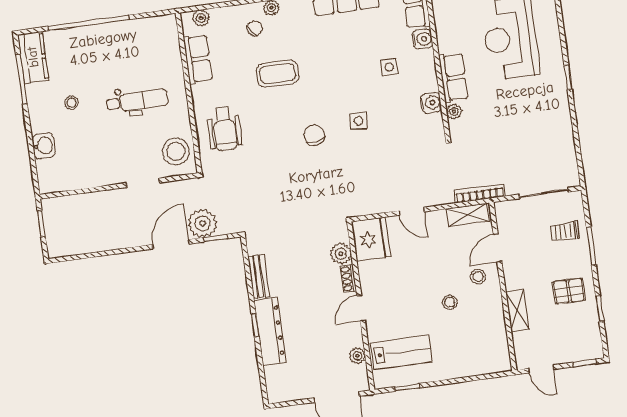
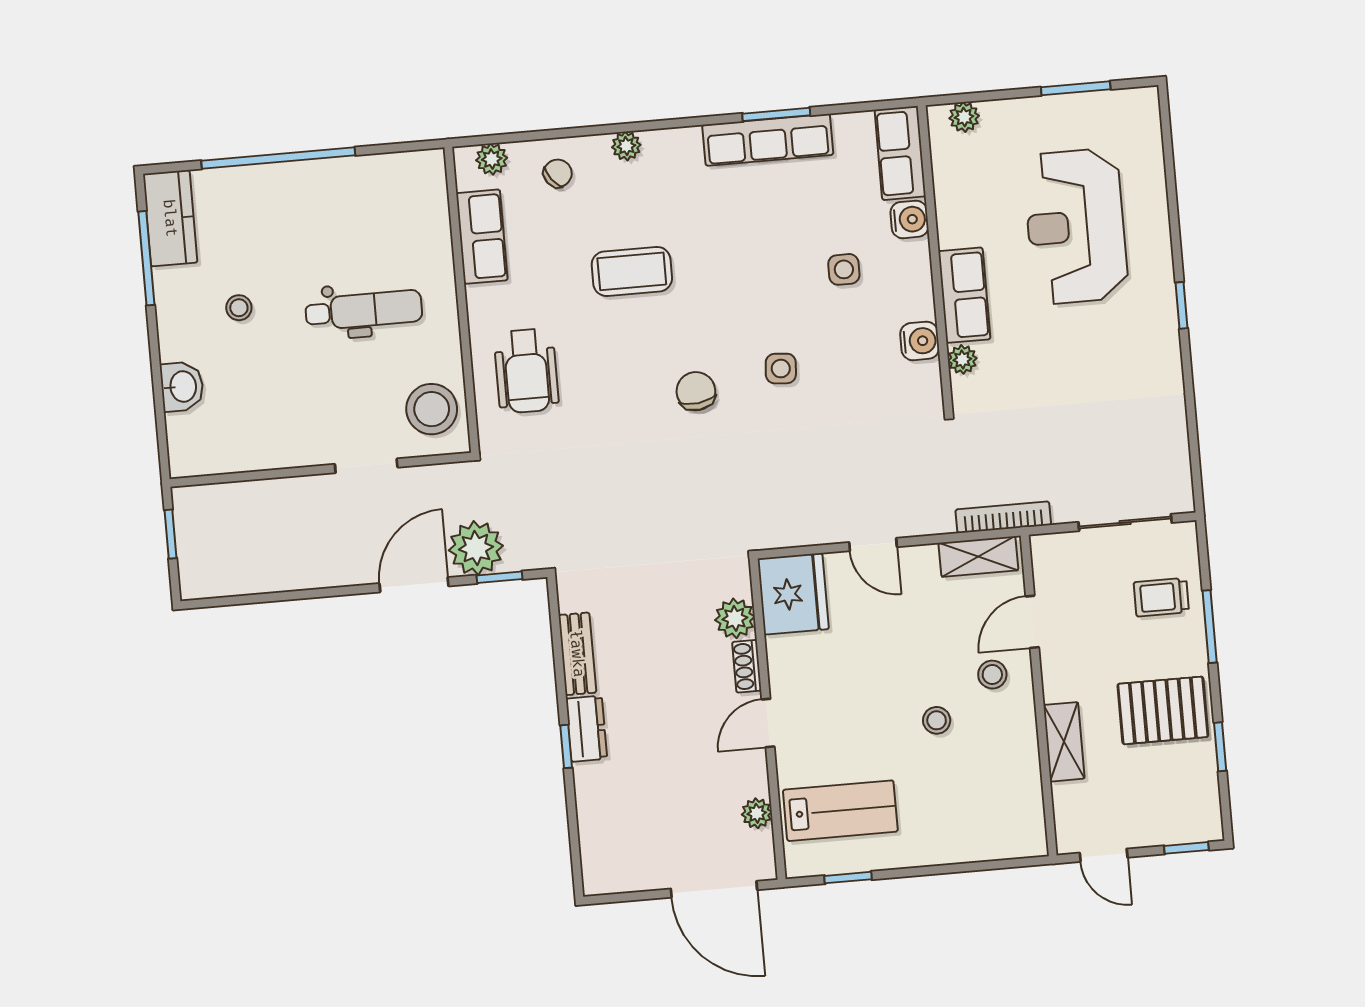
chair: (254, 29) -> (558, 173), moved
pallet: (569, 291) -> (1163, 710), width x1.50, depth x1.42
dresser: (270, 331) -> (586, 729), width x0.51, depth x0.80

